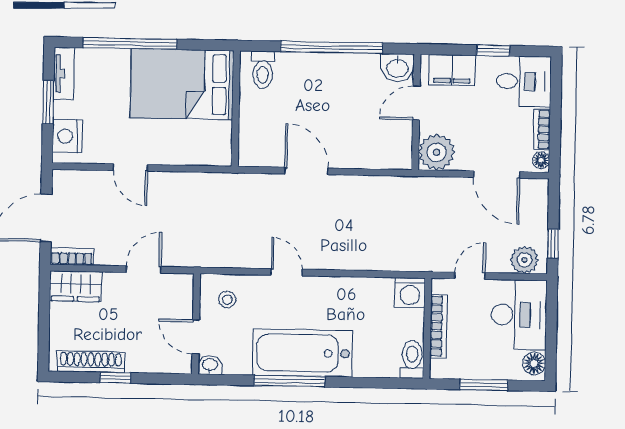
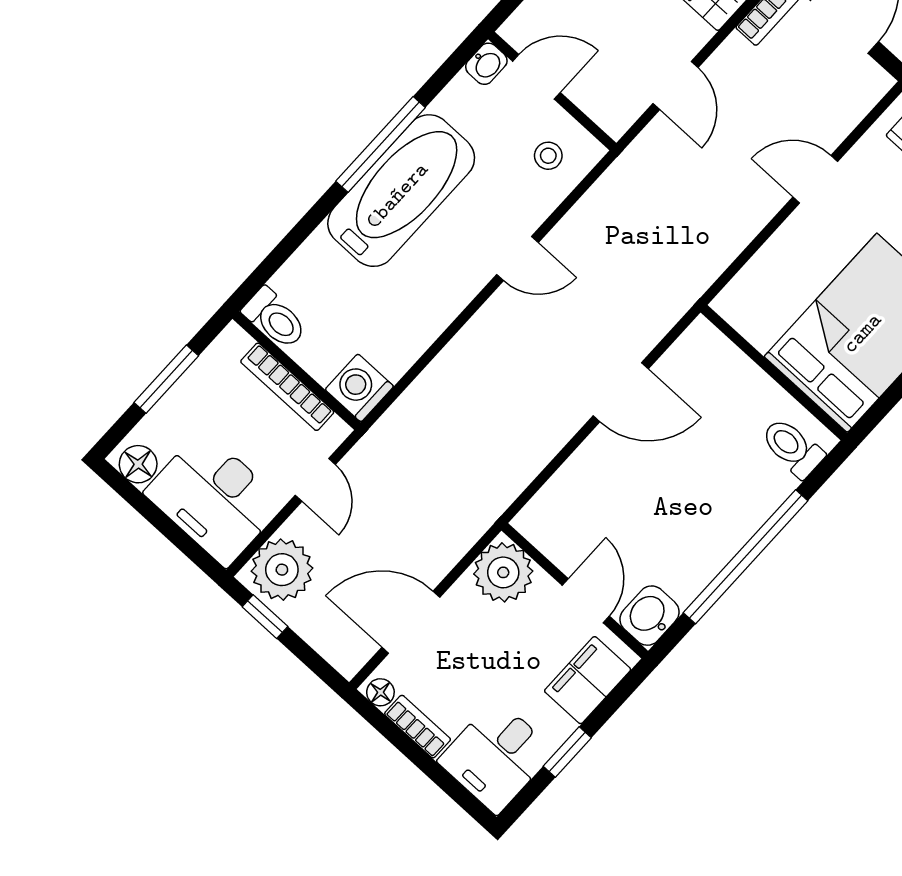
plant: (524, 260) -> (282, 570), width x1.36, depth x1.36

